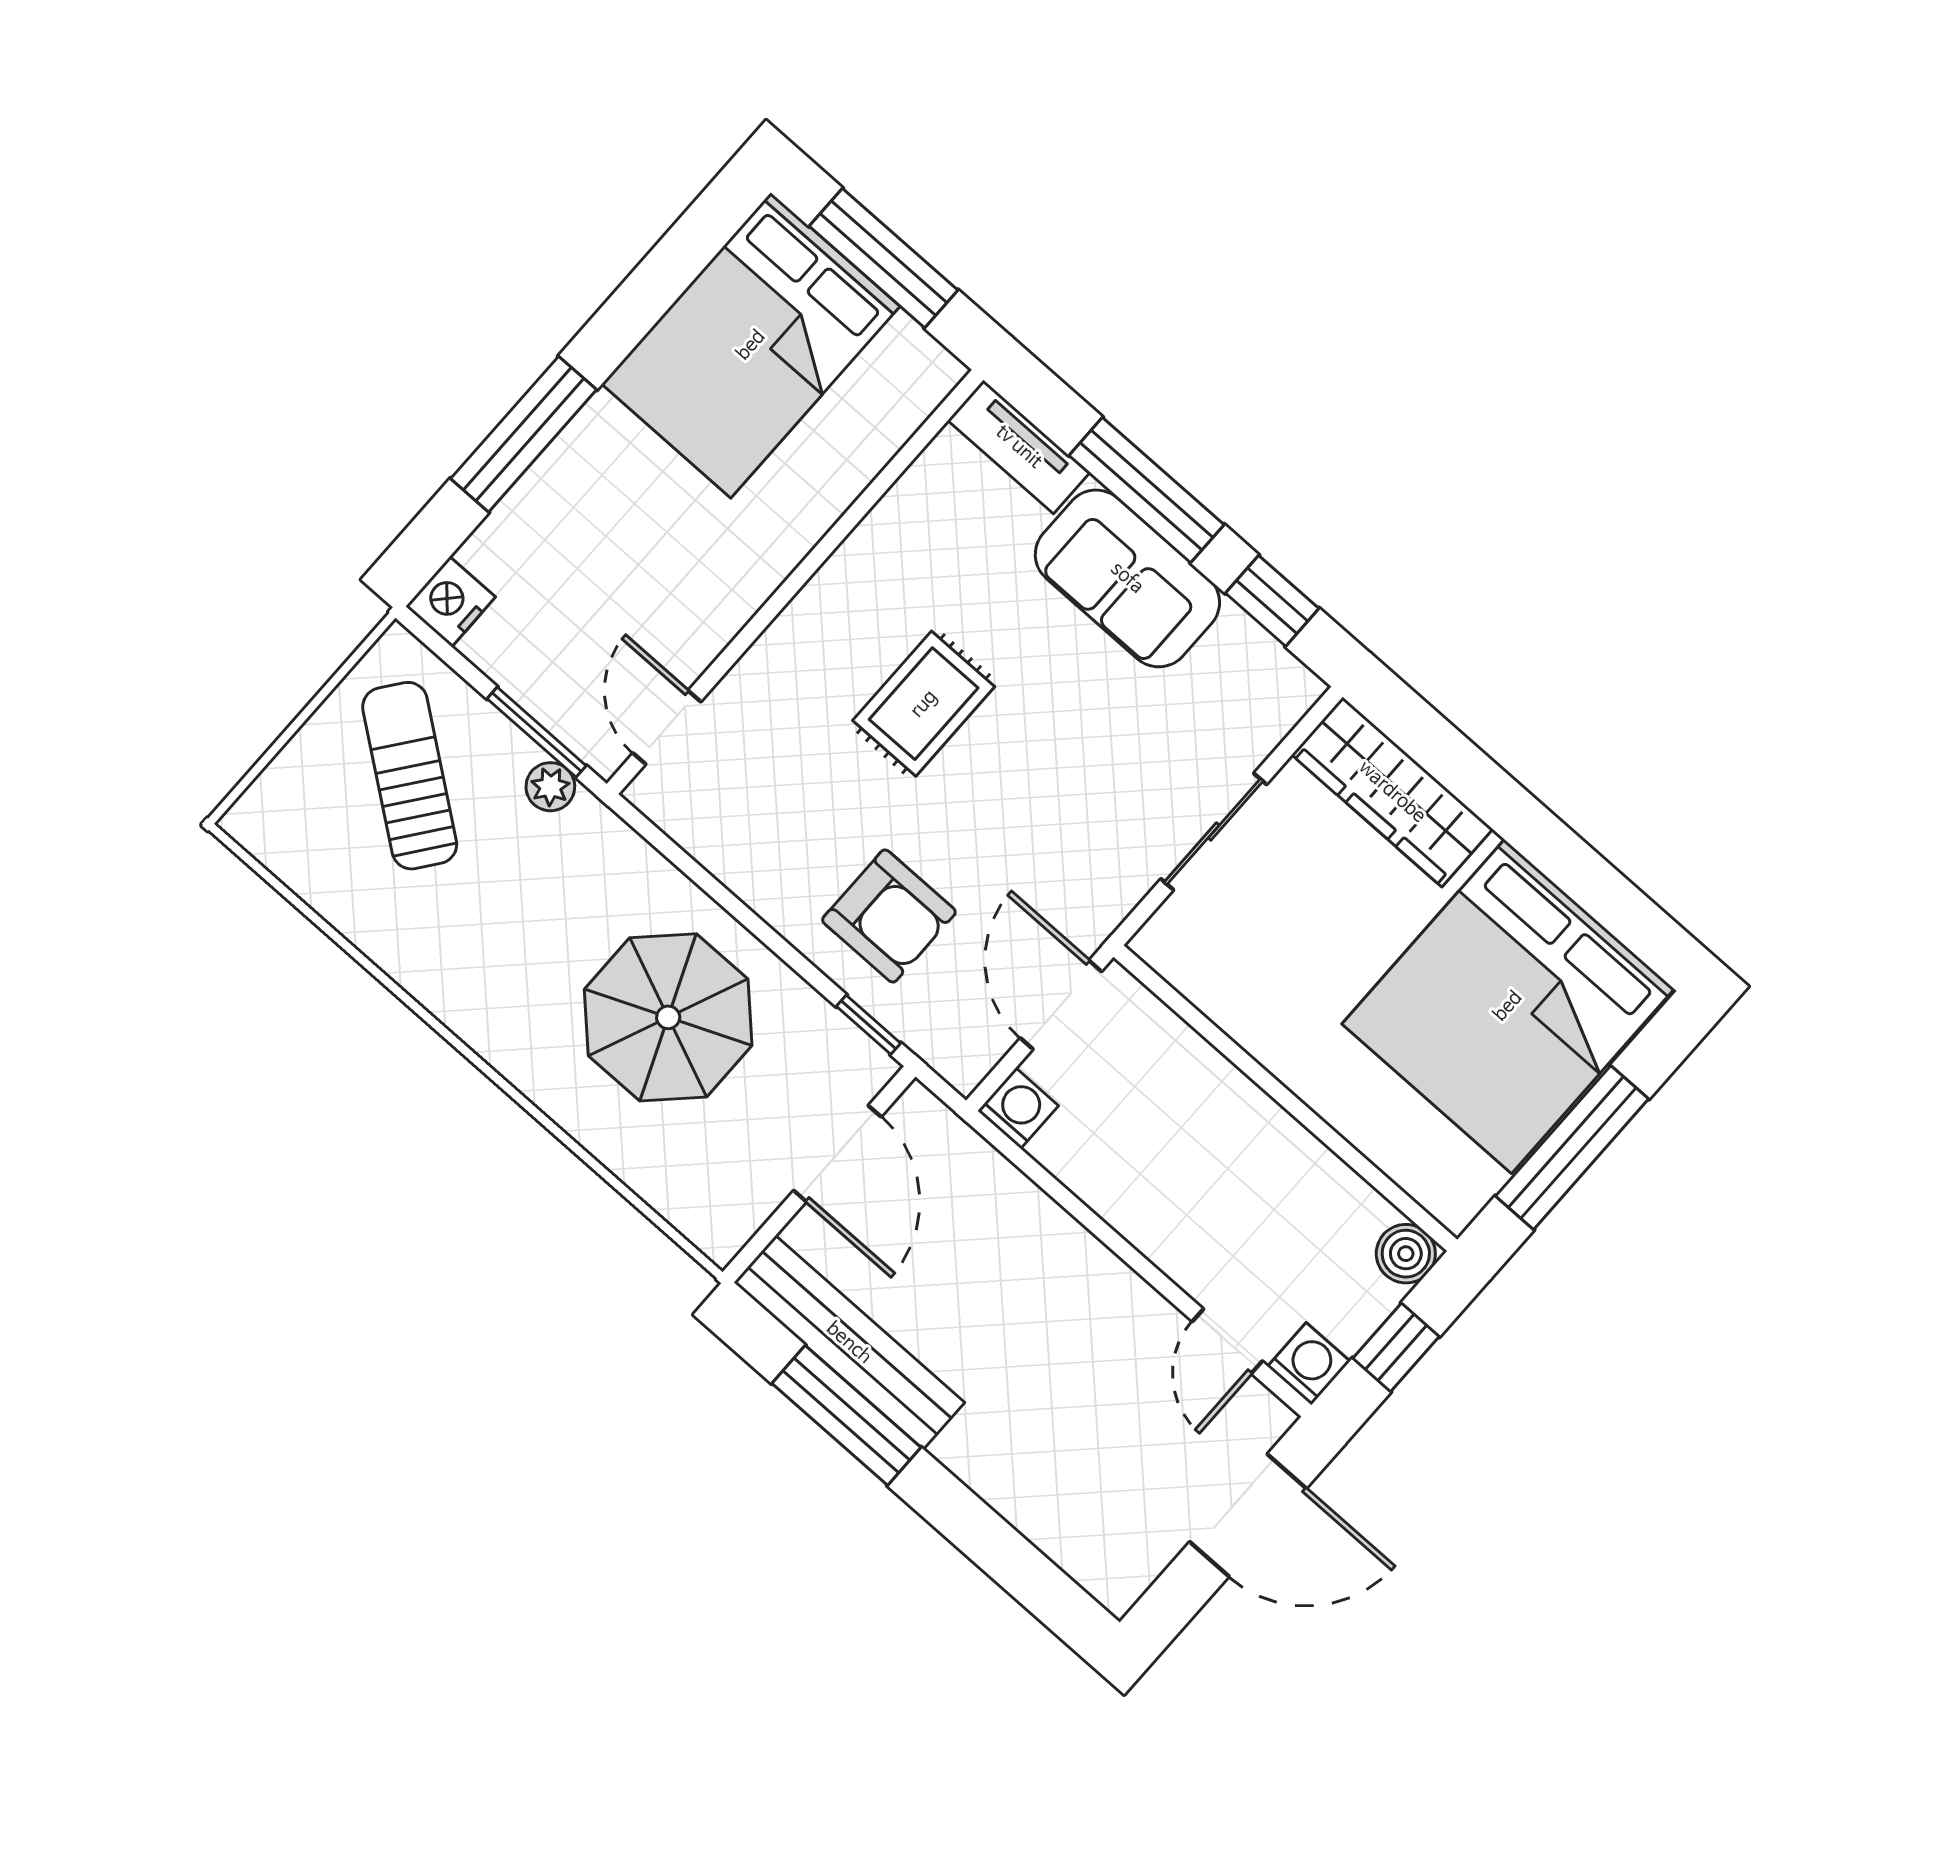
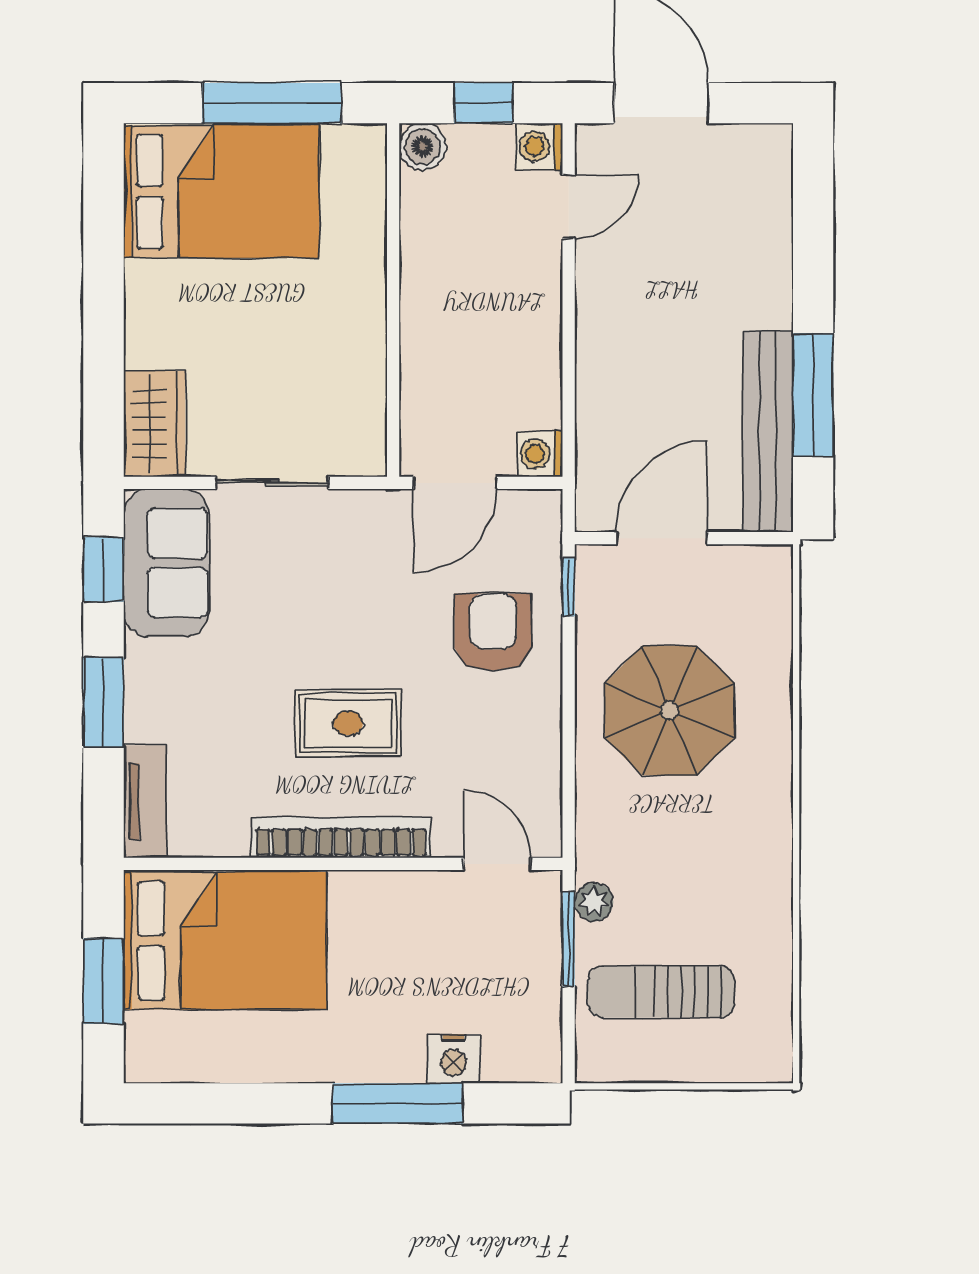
window: (884, 258) -> (104, 981), width x0.69
bed: (751, 345) -> (225, 941), moved
window: (1147, 490) -> (104, 703), width x0.69
sofa: (1127, 578) -> (166, 563), moved
nightstand: (451, 602) -> (454, 1059), moved
bookcase: (821, 602) -> (341, 837), added
door: (667, 727) -> (497, 864), swing flipped
sun lounger: (410, 776) -> (661, 992), turned 53
wardrobe: (1392, 792) -> (154, 424), width x0.67
bed: (1508, 1006) -> (221, 192), width x0.73

